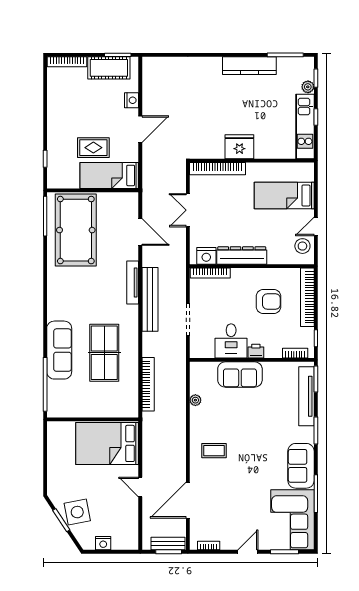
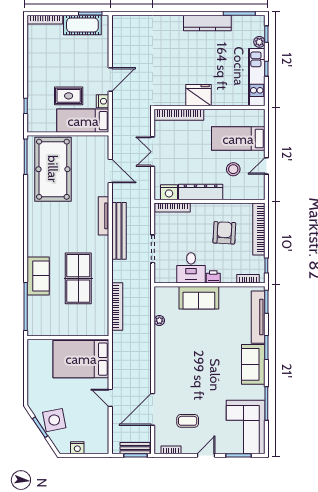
nightstand: (132, 100) -> (103, 101), moved
stool: (302, 246) -> (233, 169), moved
armchair: (268, 301) -> (224, 233), turned -87
sofa: (59, 350) -> (38, 276), width x0.73
coffee table: (214, 451) -> (188, 421), moved
sofa: (301, 466) -> (253, 364), moved

